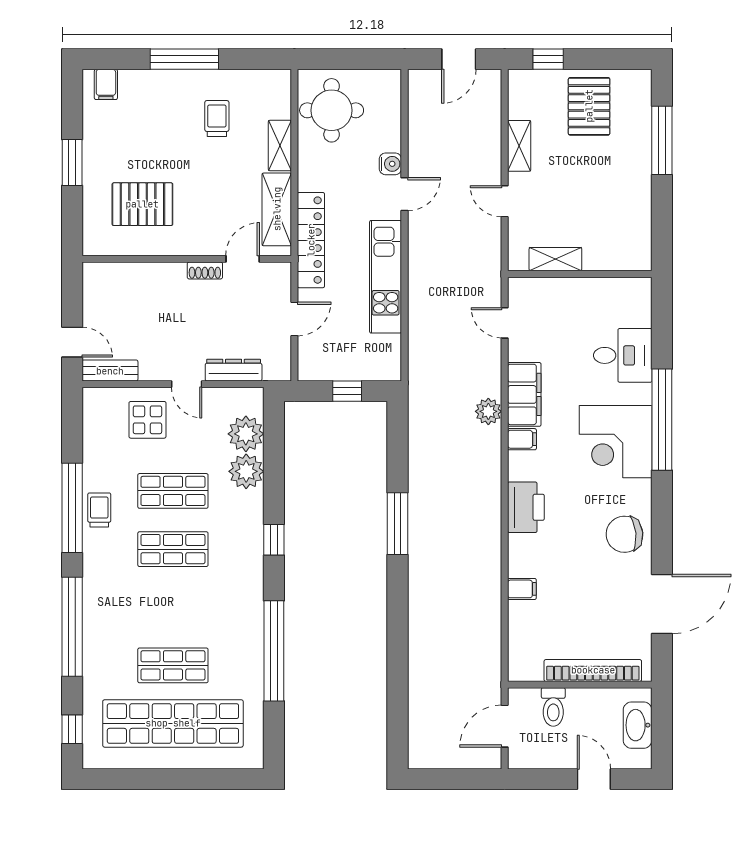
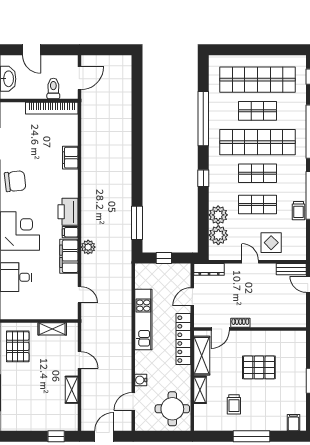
pallet: (589, 106) -> (18, 346), moved
door: (405, 194) -> (133, 402), moved
pallet: (142, 204) -> (259, 367), moved
dresser: (234, 370) -> (209, 269), moved
printer: (526, 507) -> (68, 212), moved
trolley: (99, 510) -> (299, 211), moved
window: (397, 524) -> (137, 223), moved
filing cabinet: (522, 589) -> (70, 158), width x2.00
shop shelf: (173, 607) -> (257, 142), added
bookcase: (593, 670) -> (52, 108), moved

